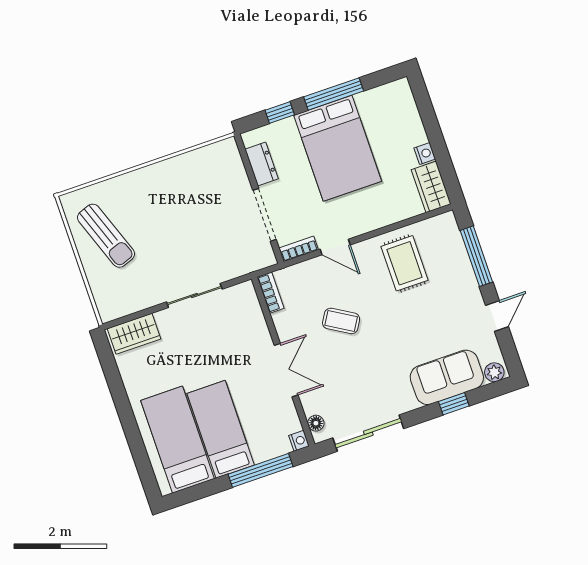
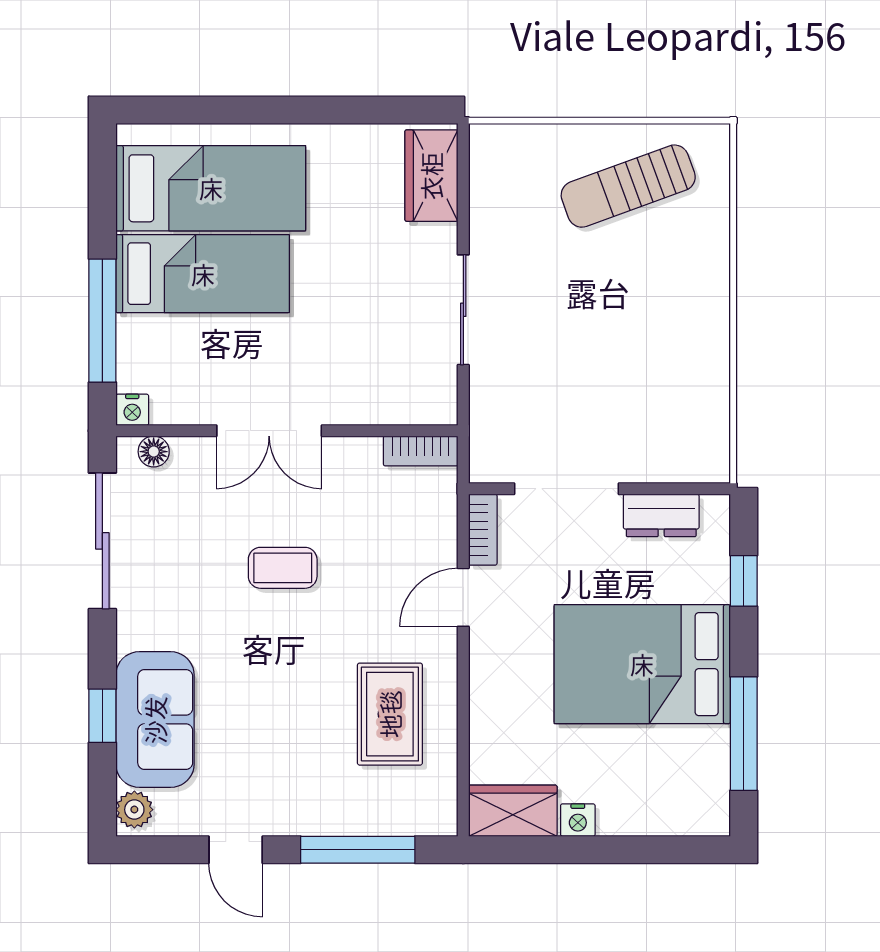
window: (334, 94) -> (744, 734), moved
rug: (405, 263) -> (390, 714), turned 90
coffee table: (341, 321) -> (283, 568), moved, turned 59

